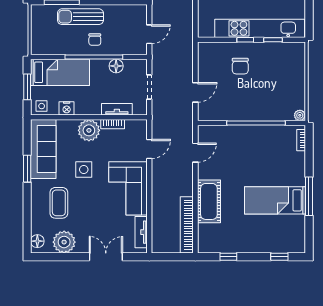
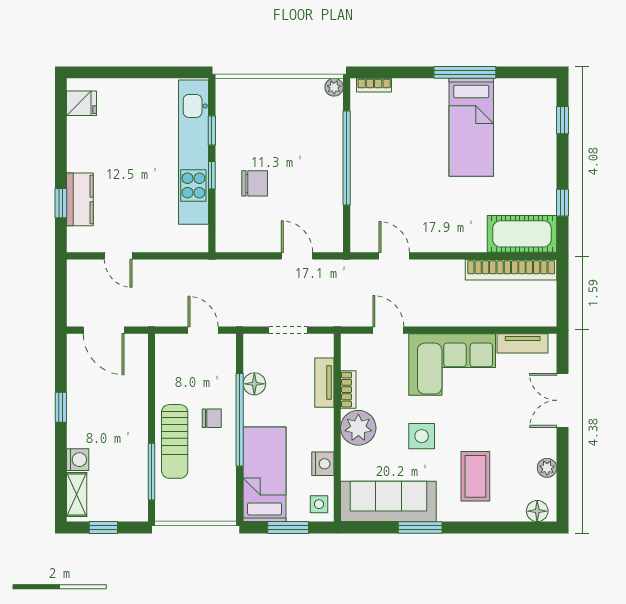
cot: (209, 201) -> (522, 234), moved
coffee table: (59, 203) -> (475, 476), turned 90
plant: (64, 242) -> (547, 468), width x0.53, depth x0.53

